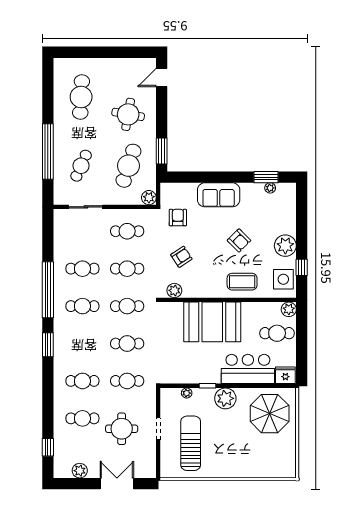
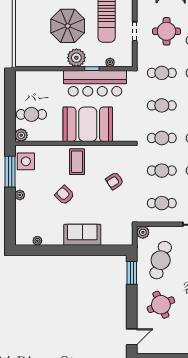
round table: (128, 114) -> (161, 305), turned -33
window: (266, 177) -> (41, 250), removed
armchair: (178, 218) -> (118, 215), removed
plant: (285, 246) -> (20, 195), width x0.53, depth x0.53
window: (302, 267) -> (10, 172), width x2.17
coffee table: (242, 282) -> (77, 162), moved, turned 90
plant: (174, 290) -> (121, 152), removed
bar counter: (248, 369) -> (95, 83), moved, width x1.36
fridge: (285, 375) -> (24, 78), removed
parasol: (270, 414) -> (68, 26), moved

